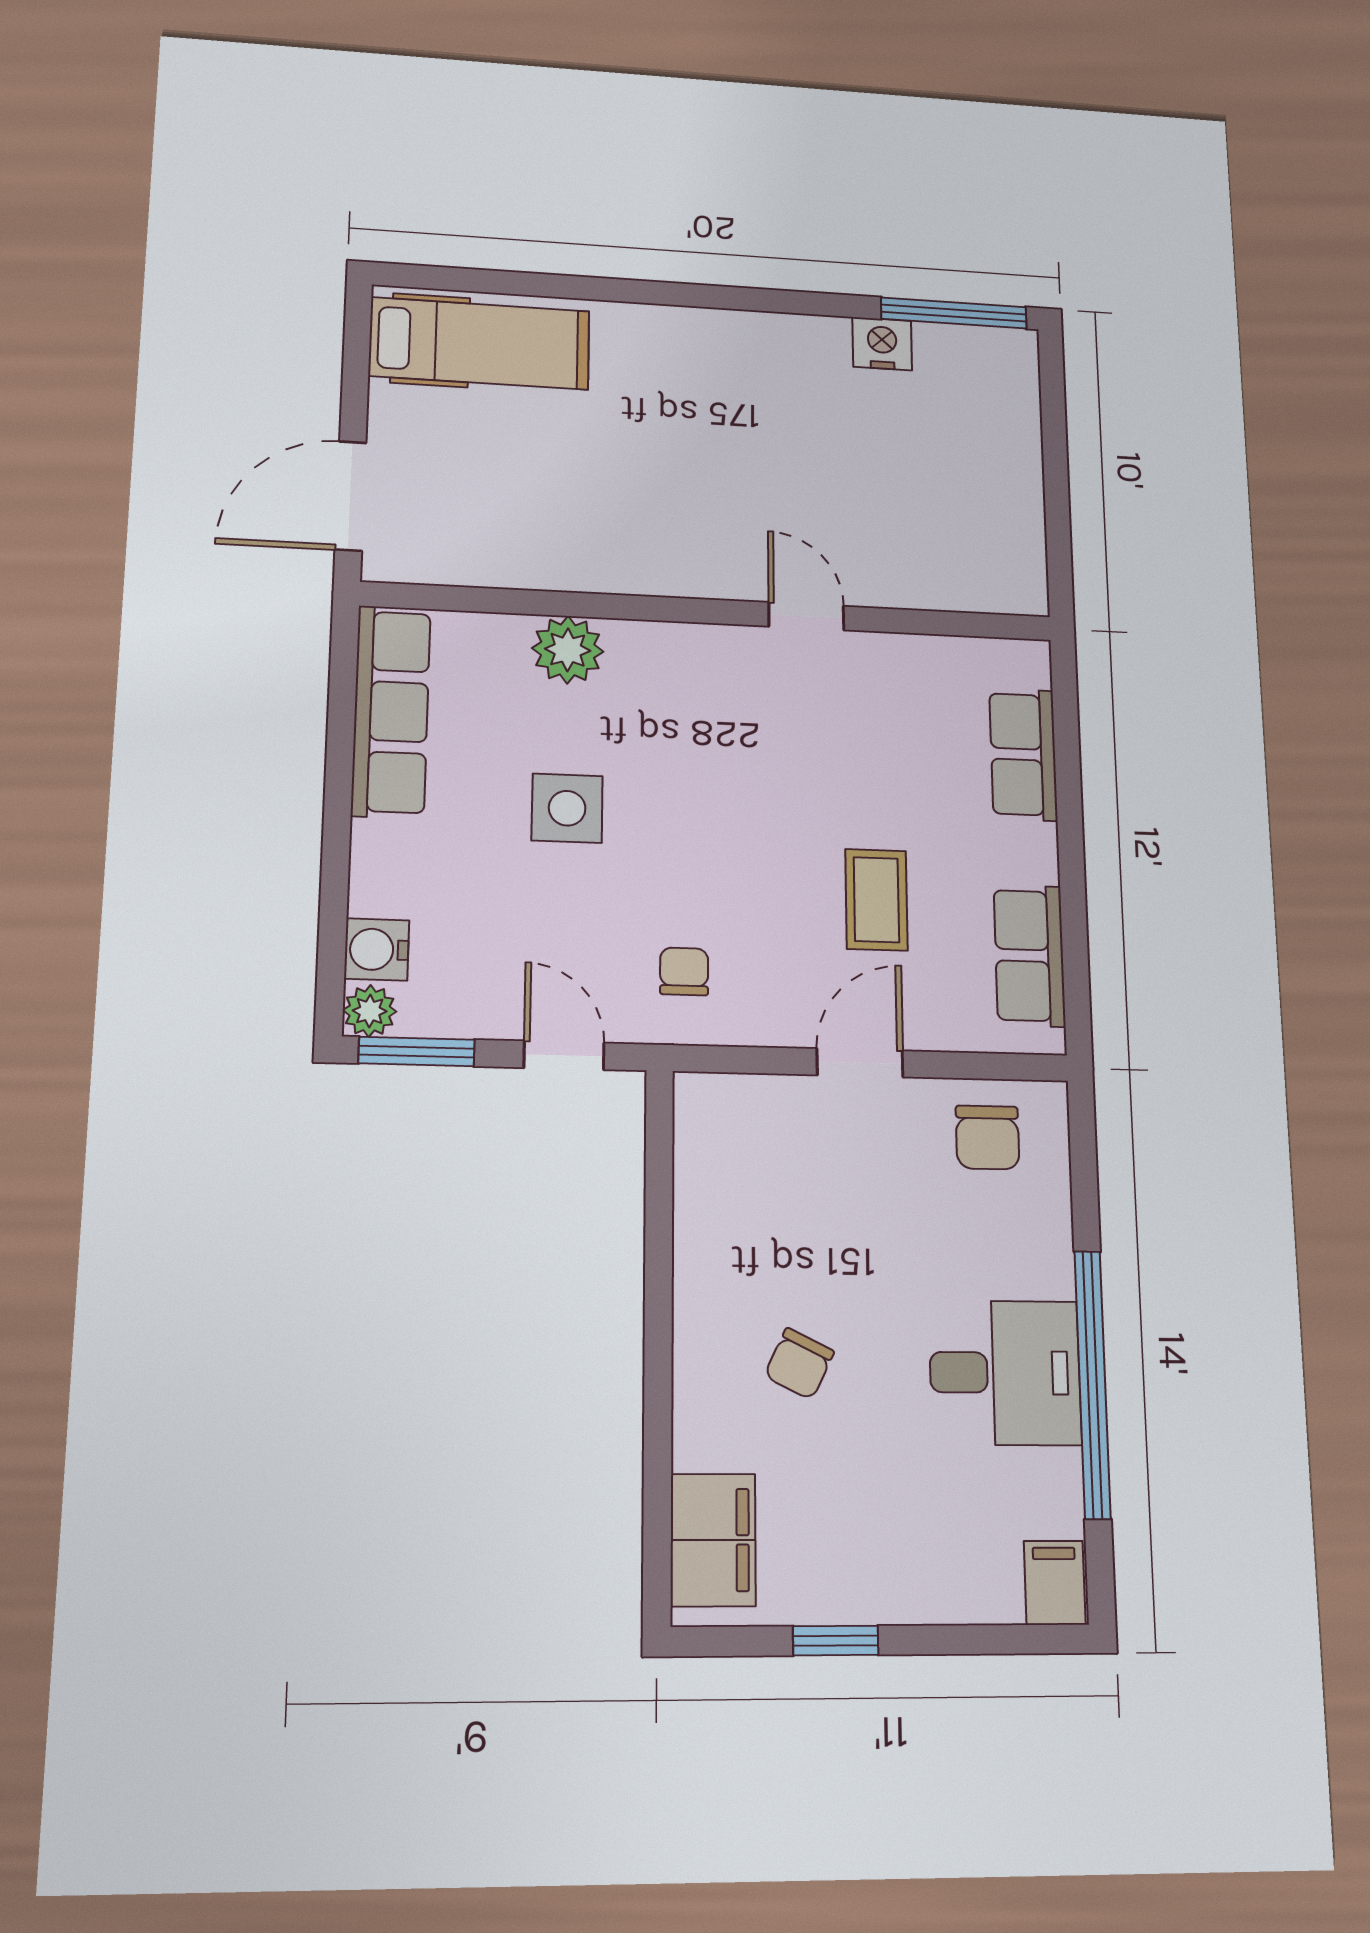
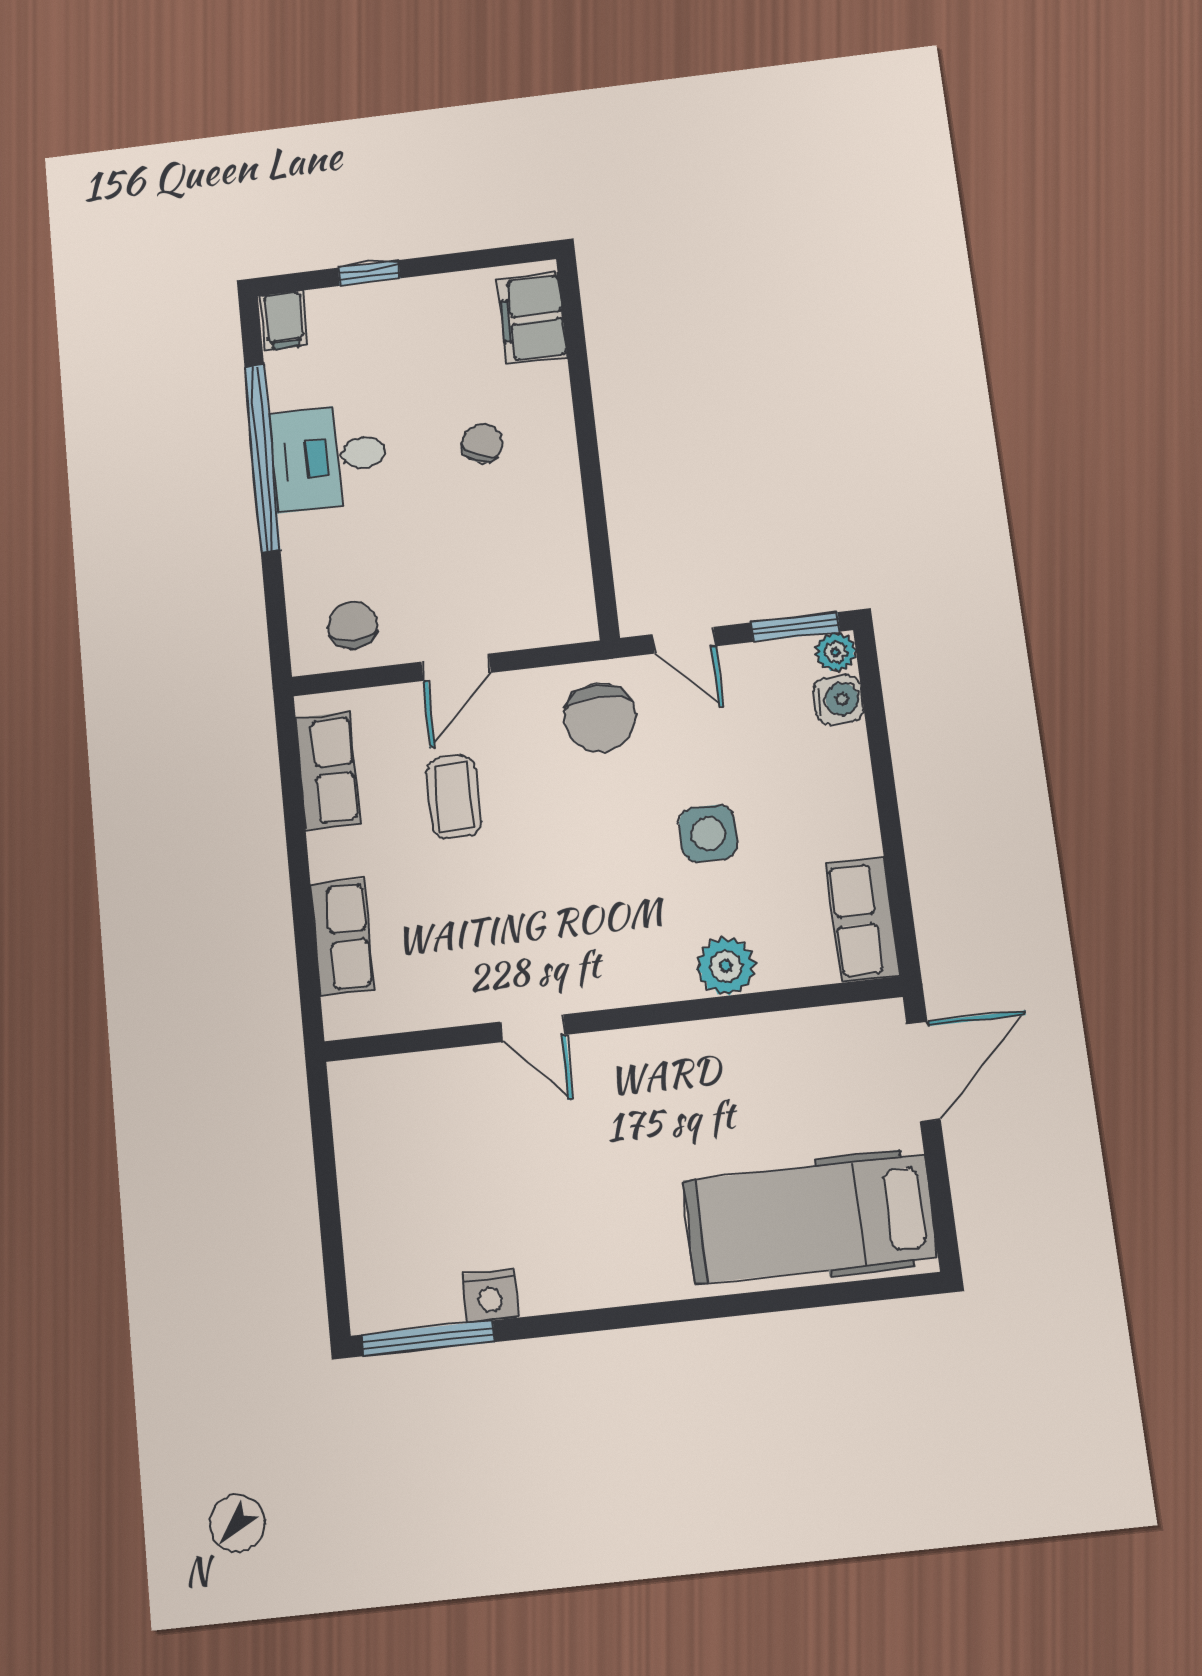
hospital bed: (480, 343) -> (810, 1219), width x1.37, depth x1.29
row of seats: (391, 711) -> (863, 919), width x0.68
chair: (684, 971) -> (600, 718), width x1.87, depth x1.87
window: (836, 1641) -> (369, 273), moved

